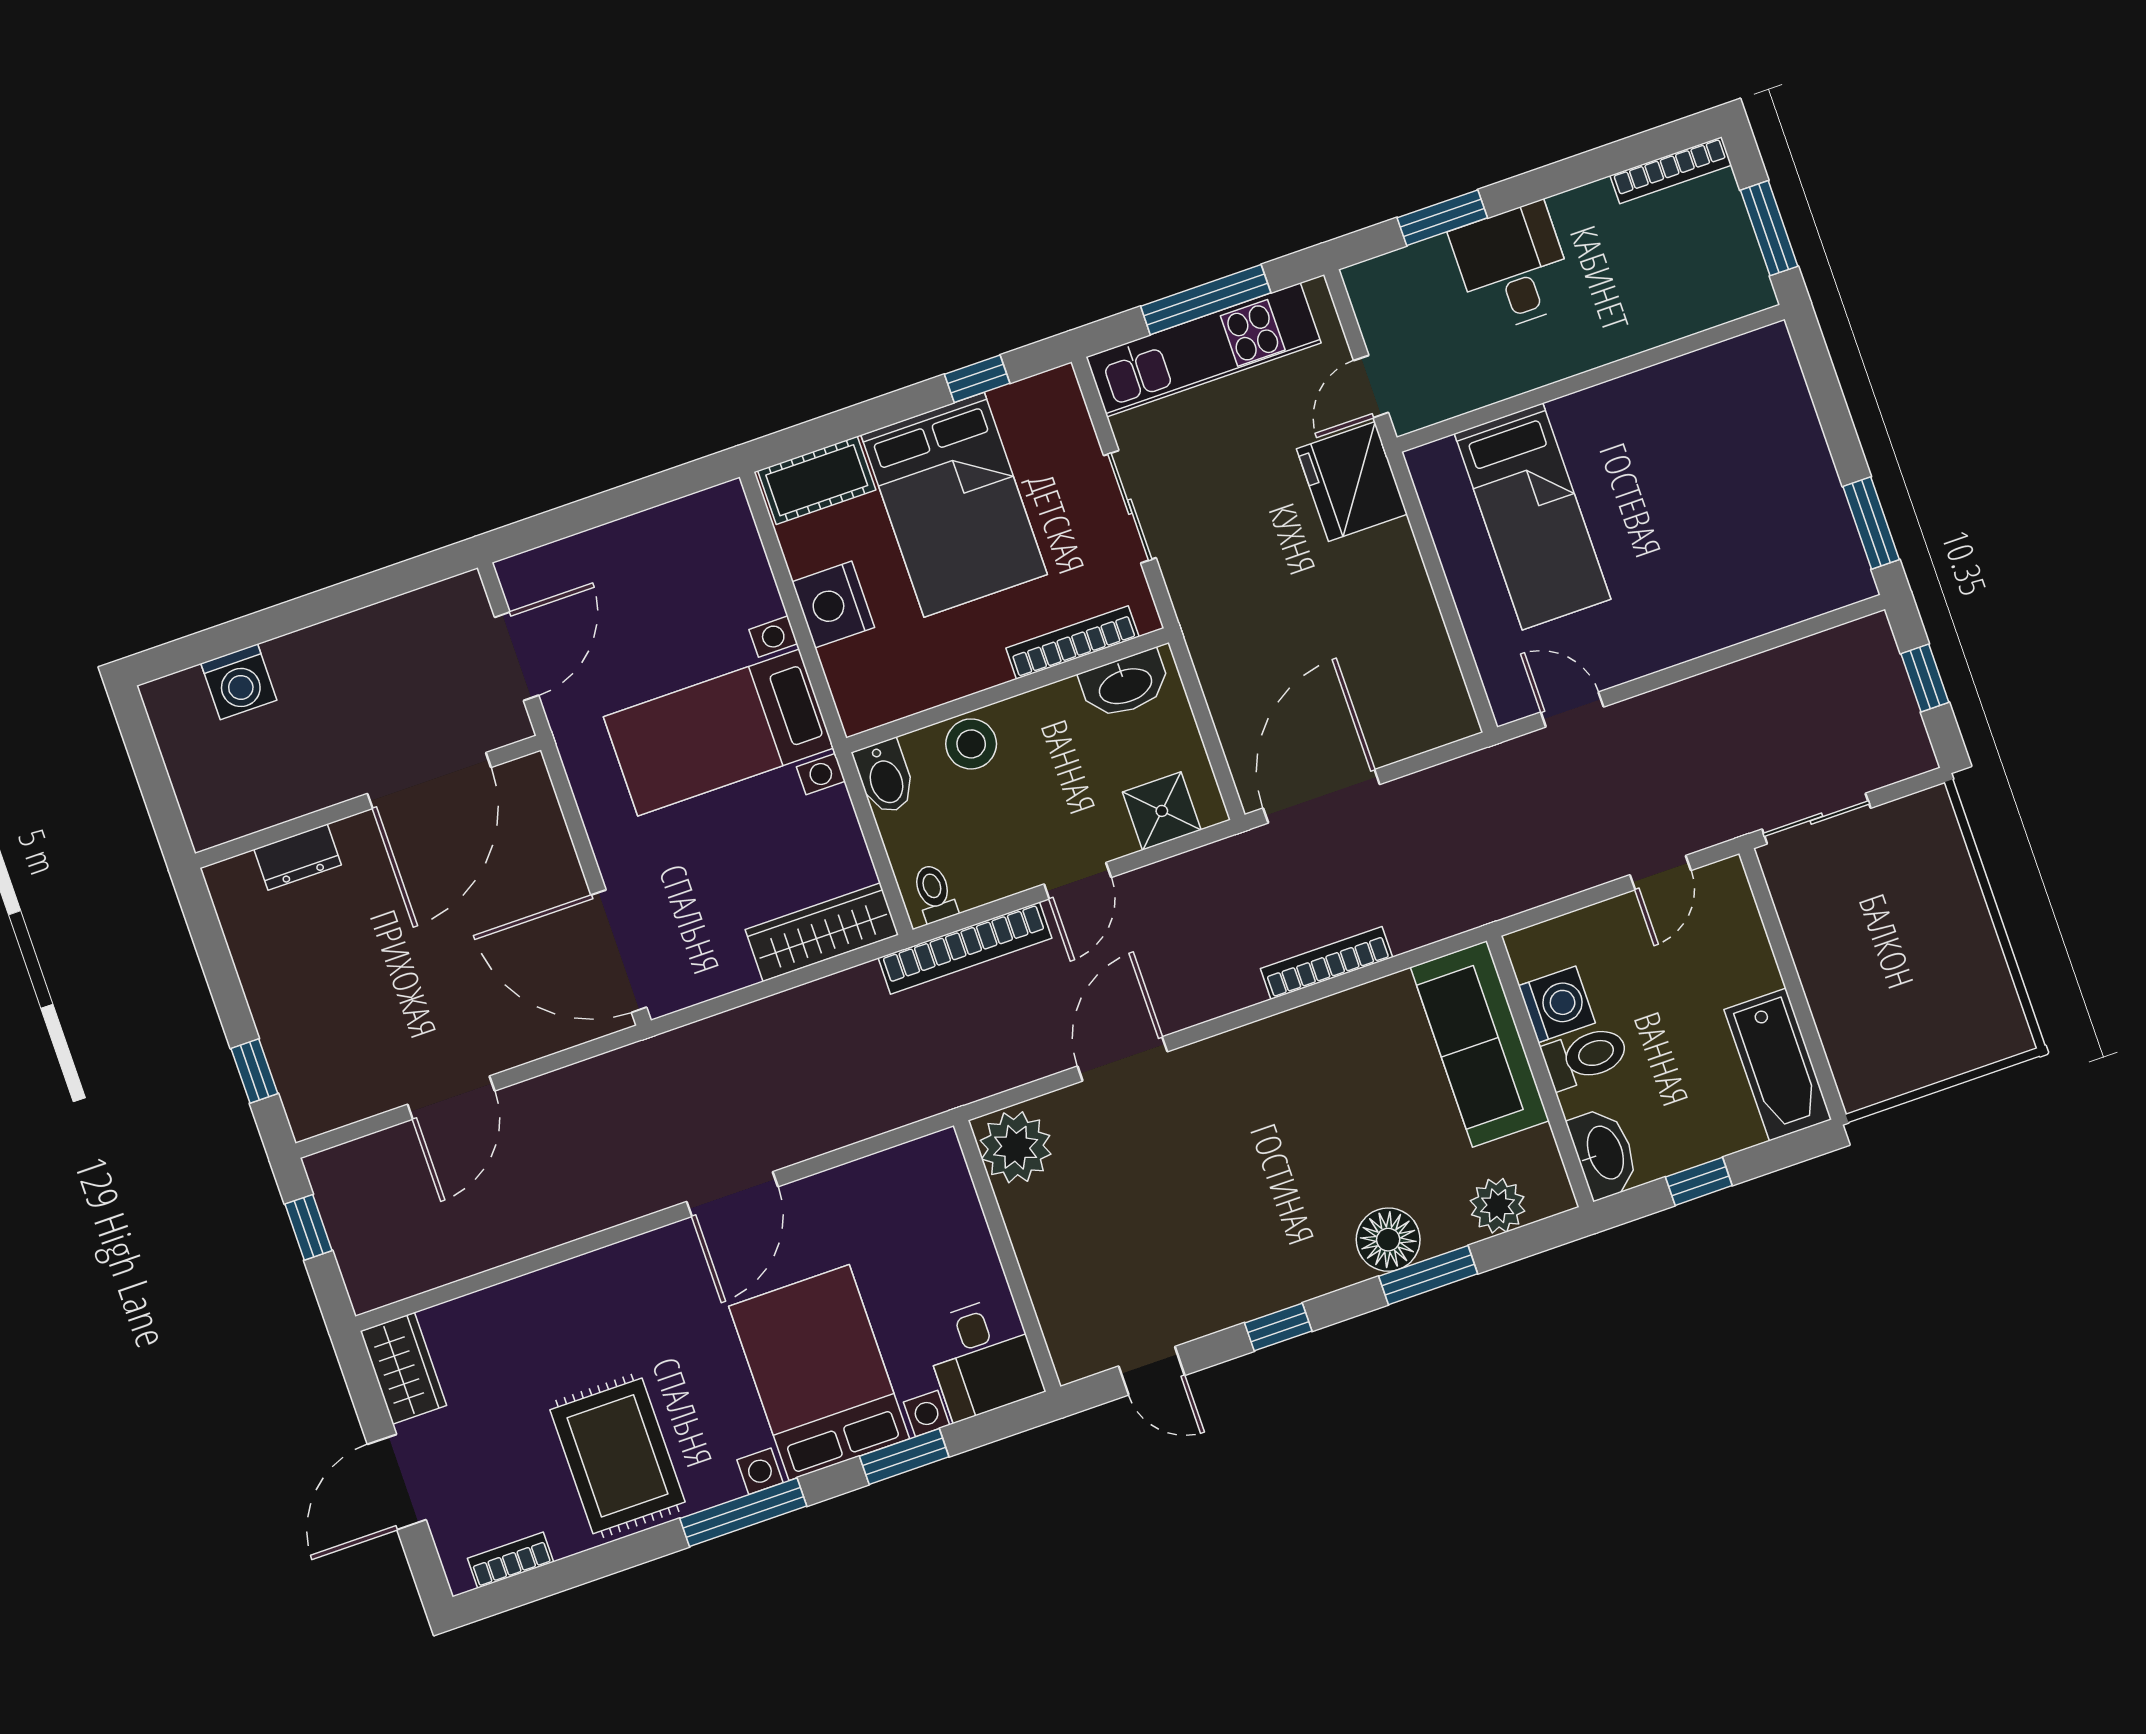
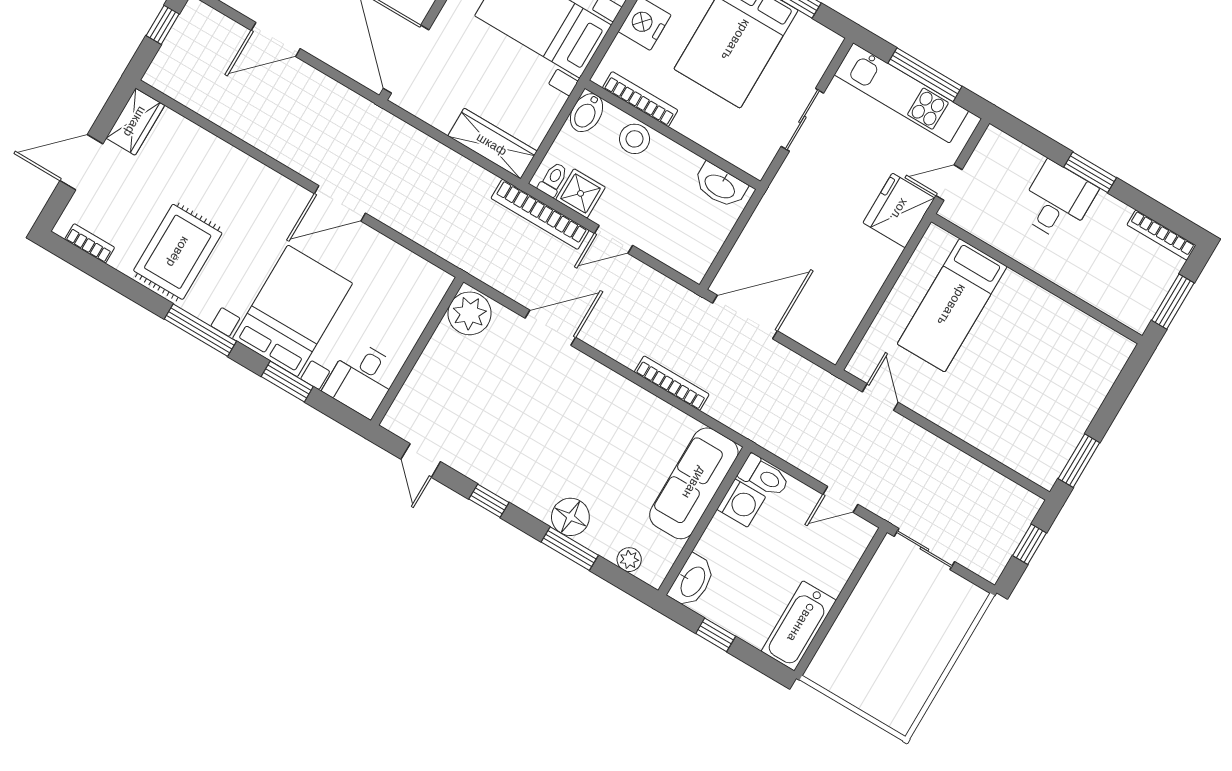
window: (1442, 218) -> (1090, 172), moved
bookcase: (1072, 642) -> (640, 99), moved
shower: (1162, 811) -> (581, 193), moved
toilet: (1585, 1057) -> (764, 476), moved
plant: (1498, 1206) -> (629, 560), width x0.73, depth x0.73

